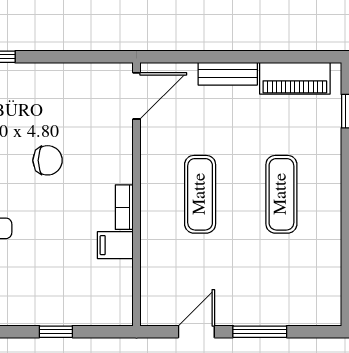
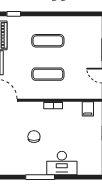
filing cabinet: (115, 245) -> (88, 109), moved

